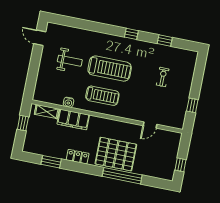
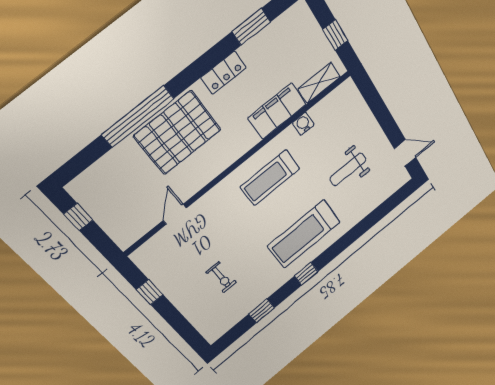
treadmill: (110, 69) -> (304, 234), moved

